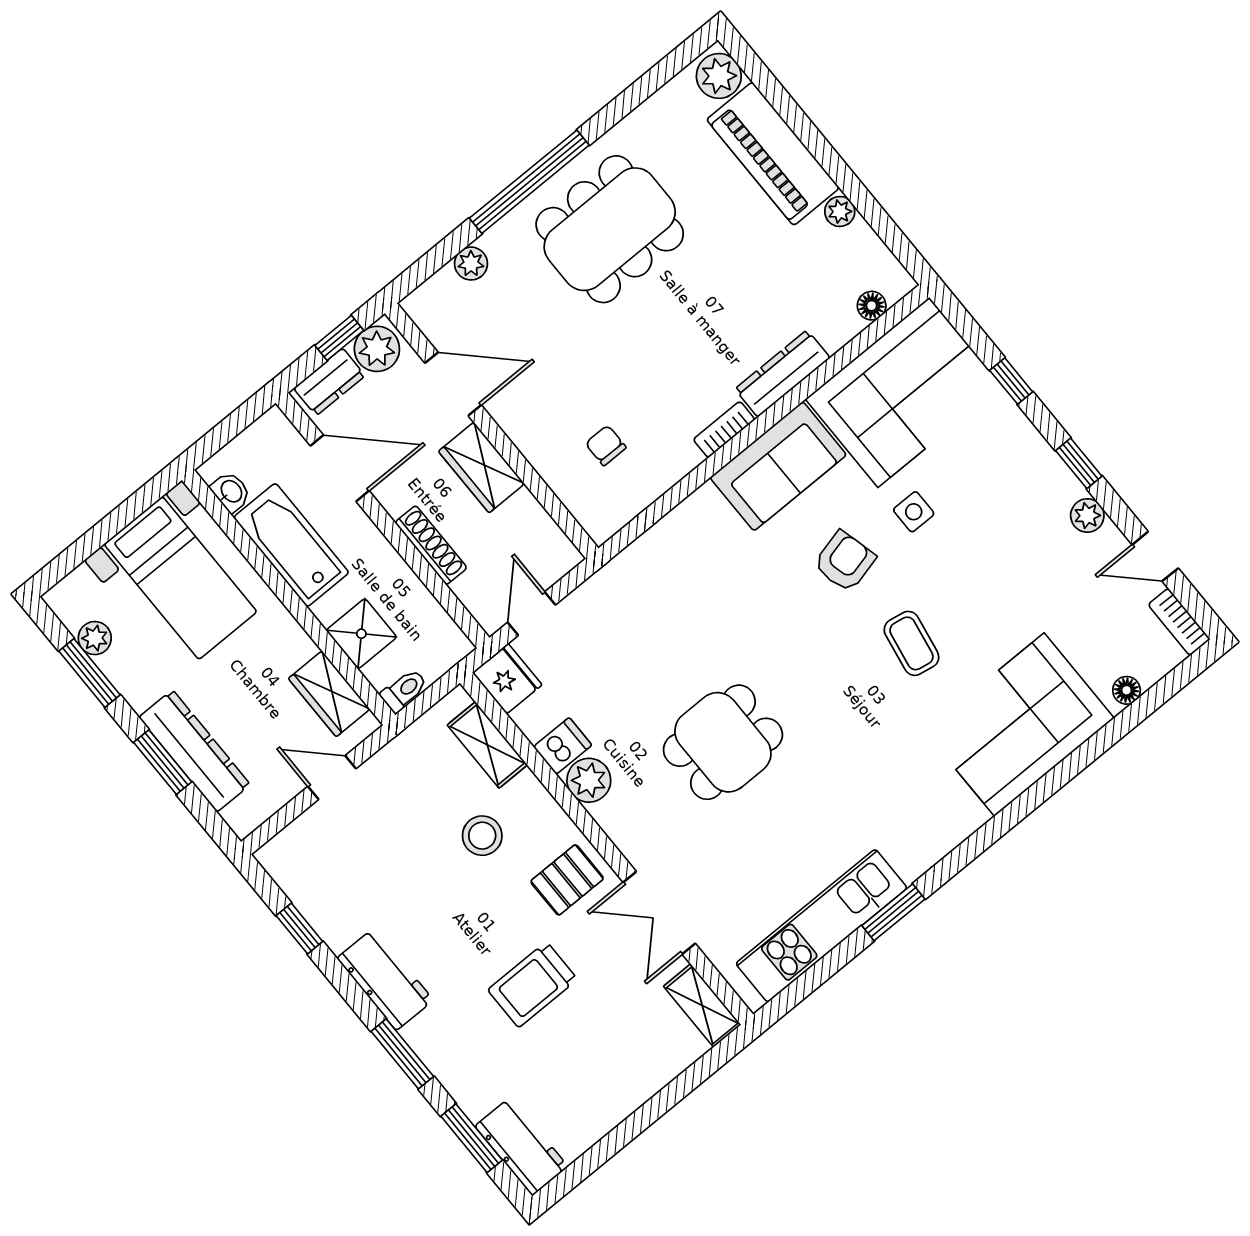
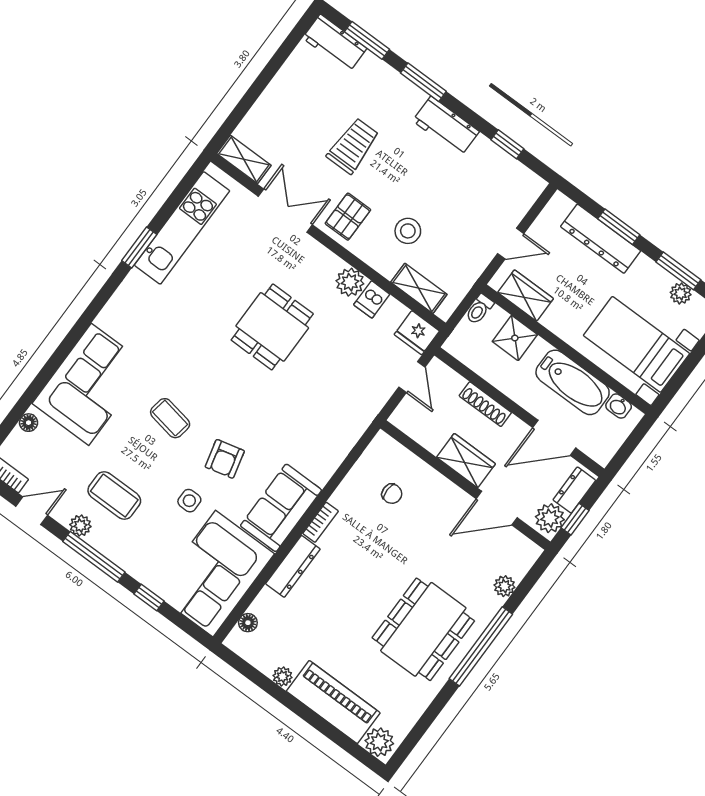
window: (1079, 463) -> (94, 557), width x2.17
coffee table: (1025, 548) -> (114, 496), added

